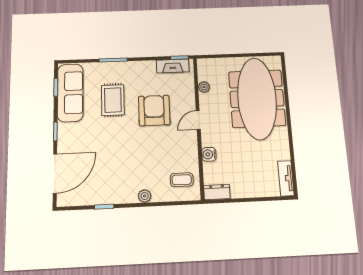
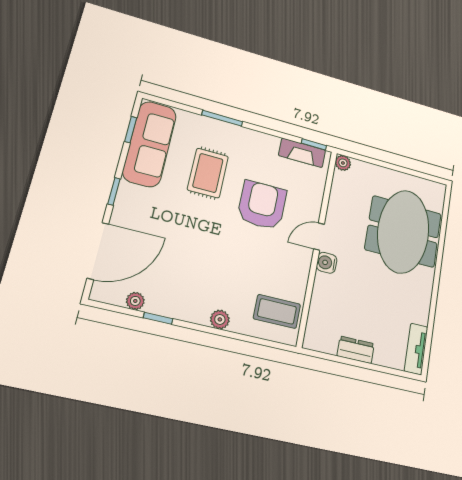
plant: (204, 87) -> (343, 163), moved
meeting table: (257, 98) -> (403, 231), width x0.73
water cooler: (209, 154) -> (327, 263), moved
coffee table: (182, 180) -> (277, 311), width x1.36, depth x1.30
dresser: (217, 192) -> (356, 350), moved
plant: (87, 199) -> (135, 301), added

